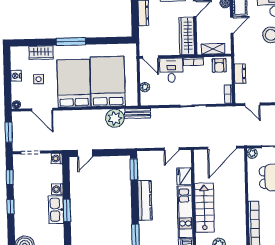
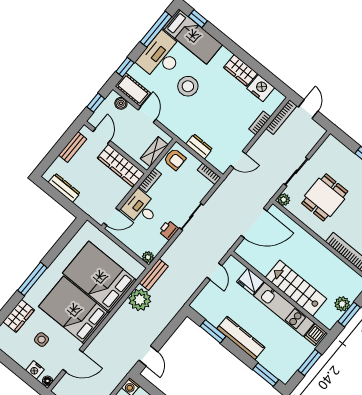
nightstand: (16, 76) -> (35, 370), moved
plant: (145, 87) -> (148, 257), moved
printer: (173, 99) -> (169, 230), added
door: (222, 148) -> (254, 223), hinge flipped
window: (134, 169) -> (213, 331), moved

